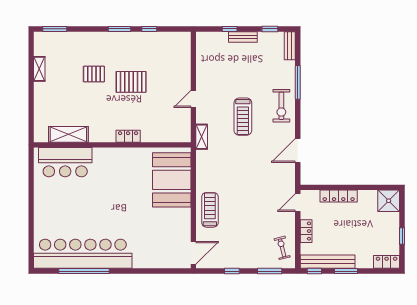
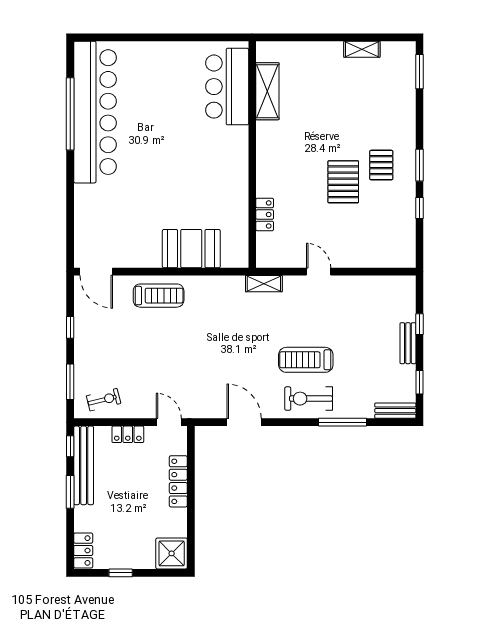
pallet: (94, 74) -> (381, 165), moved
treadmill: (243, 117) -> (306, 360), moved
locker: (128, 136) -> (265, 214), moved
booth: (172, 180) -> (191, 249), width x0.73, depth x0.70

